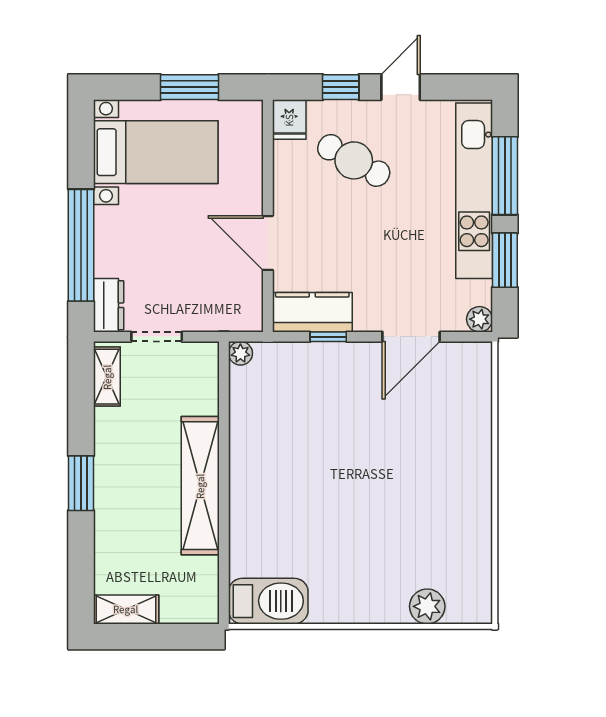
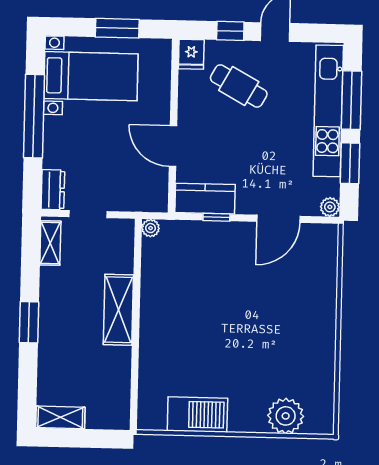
window: (81, 245) -> (34, 116), moved
shelving: (200, 486) -> (118, 310), width x0.68
barbecue: (268, 601) -> (197, 415), moved
plant: (427, 606) -> (286, 416), width x1.36, depth x1.36

